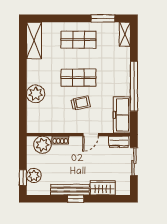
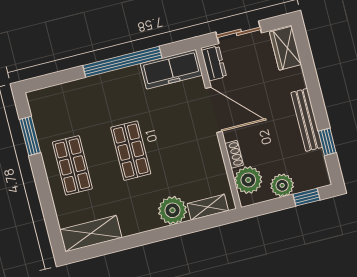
shelving: (125, 34) -> (208, 207), moved
trolley: (81, 103) -> (169, 137), removed
door: (91, 135) -> (214, 110), width x1.88
plant: (34, 175) -> (282, 185), moved
wardrobe: (103, 188) -> (285, 48), moved
window: (76, 199) -> (327, 142), moved

